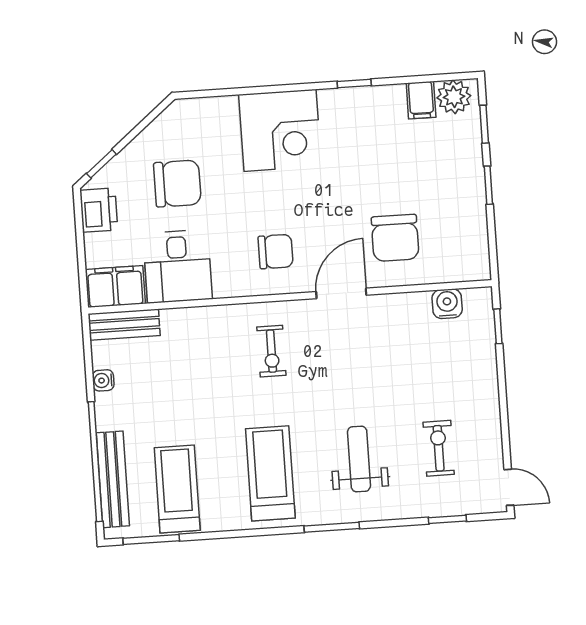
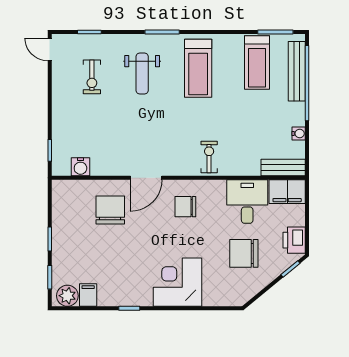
exercise bike: (271, 351) -> (209, 157), moved

